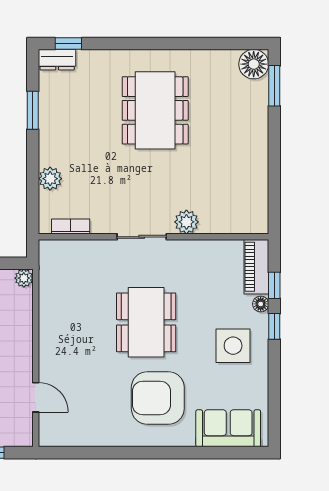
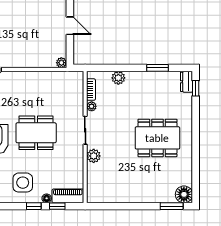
plant: (100, 226) -> (92, 106), added

